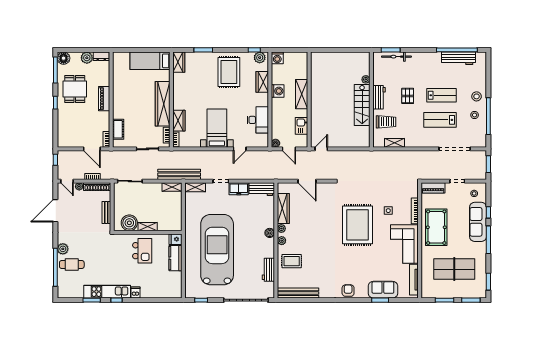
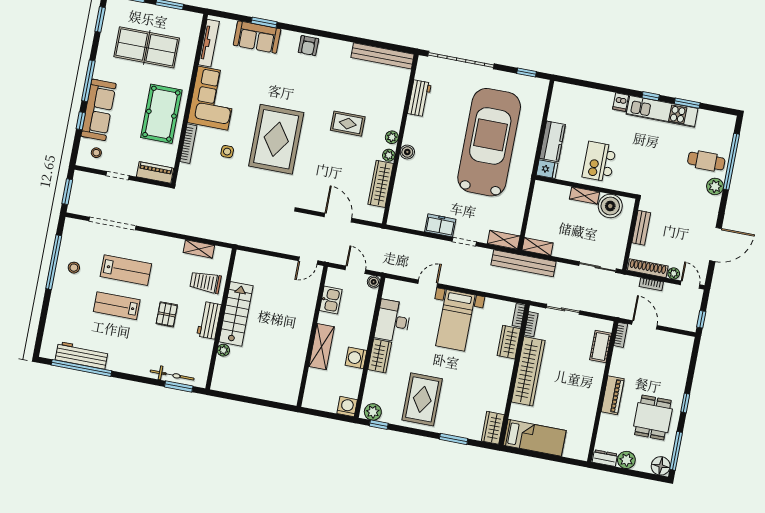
wardrobe: (262, 82) -> (380, 356), moved
stool: (477, 96) -> (66, 294), removed
workbench: (262, 189) -> (407, 218), removed
car: (217, 250) -> (489, 142), turned 180
rug: (292, 261) -> (348, 124), moved

